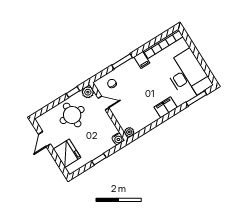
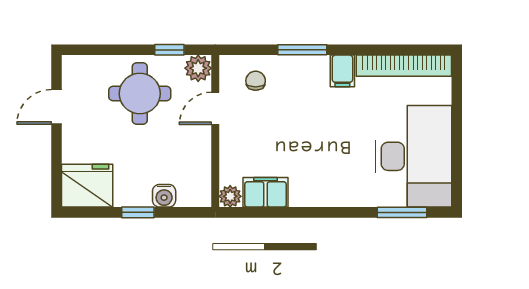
door: (103, 103) -> (215, 108), swing flipped
filing cabinet: (166, 107) -> (266, 192), moved
water cooler: (118, 139) -> (164, 196), moved
fridge: (67, 153) -> (87, 186), moved, turned -90

